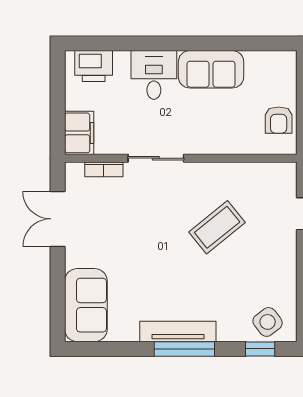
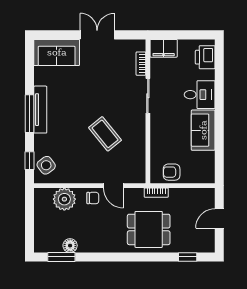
double door: (58, 219) -> (97, 35), moved

